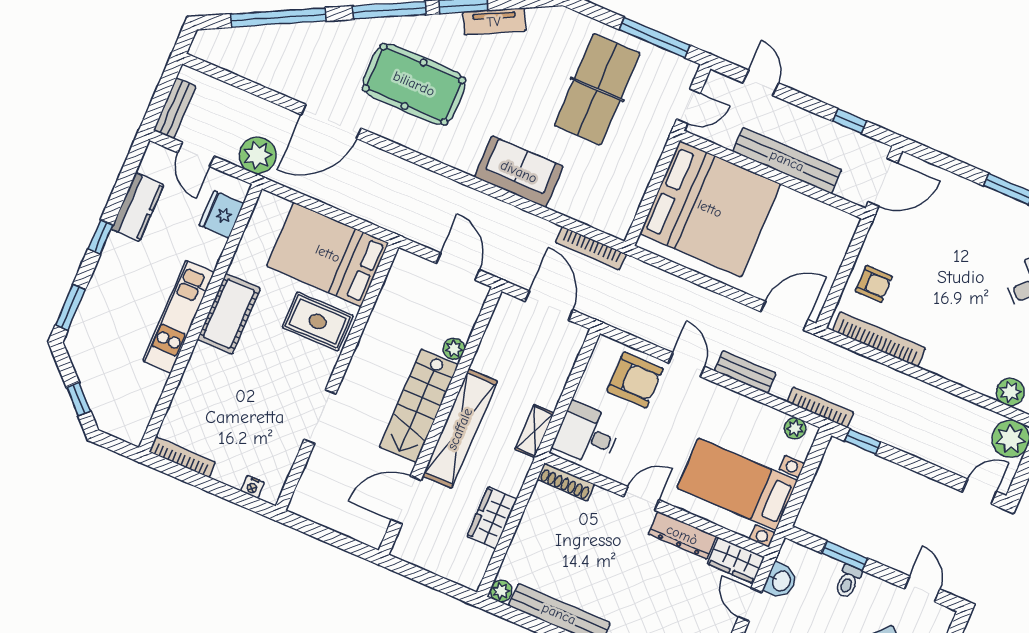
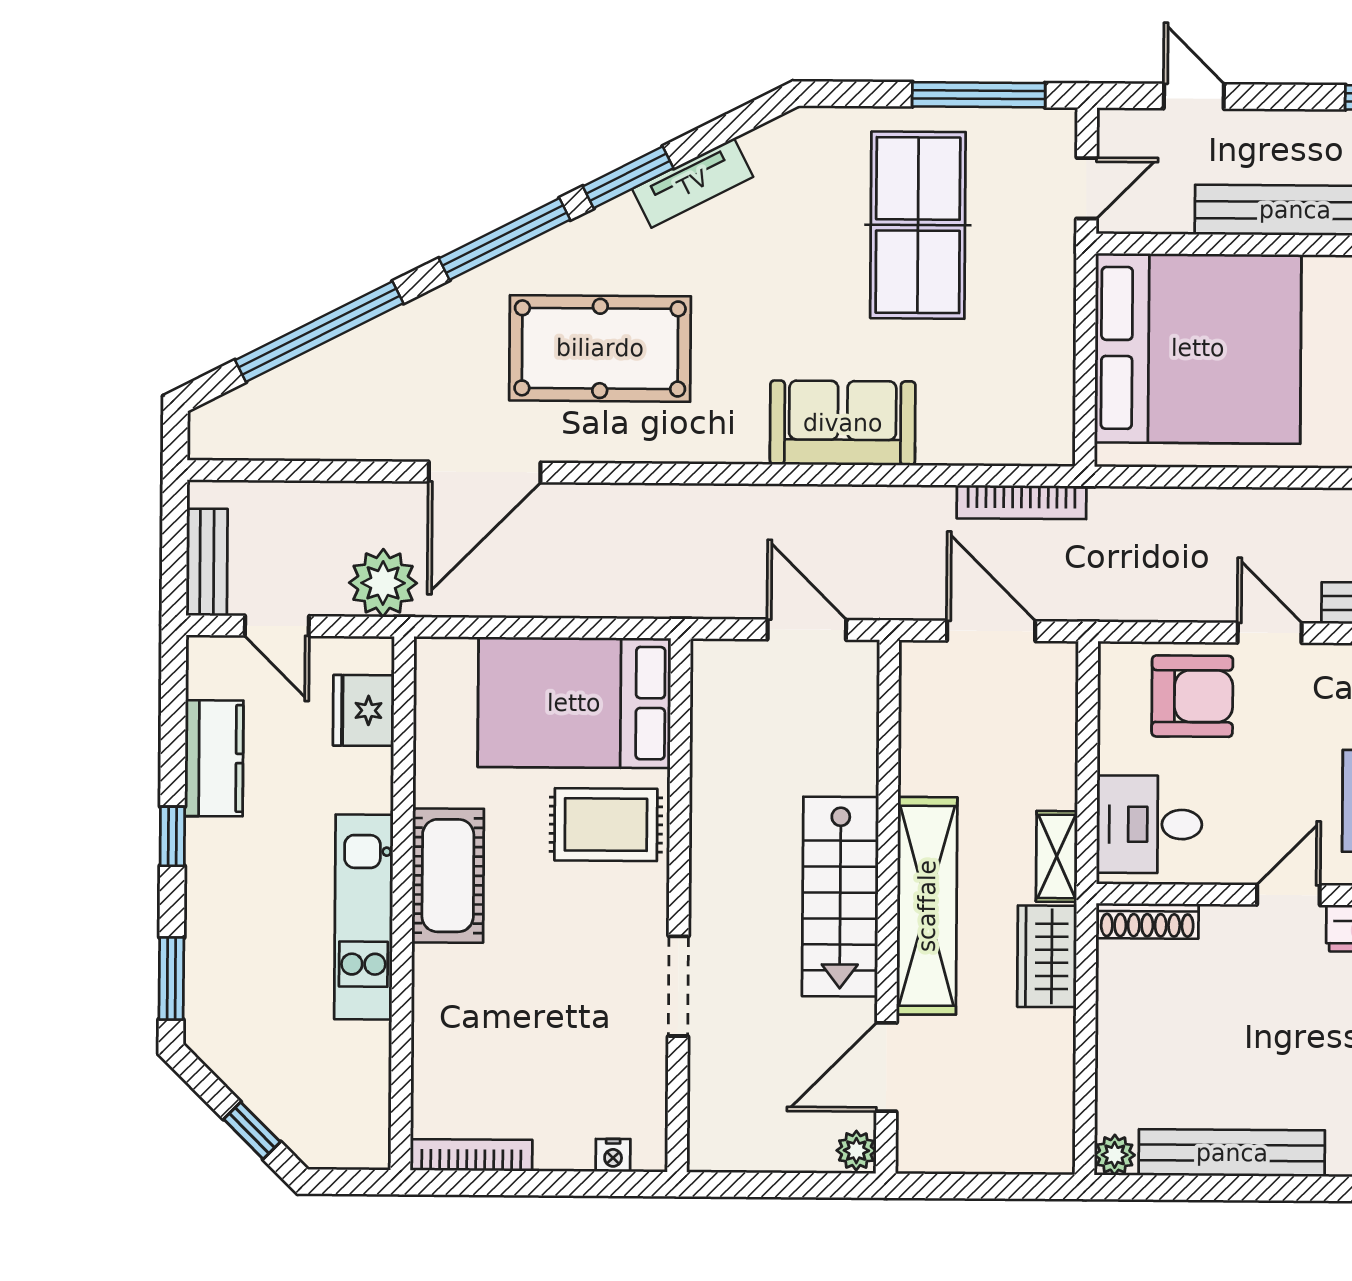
plant: (454, 349) -> (856, 1151), moved
wardrobe: (492, 518) -> (1047, 956), moved

